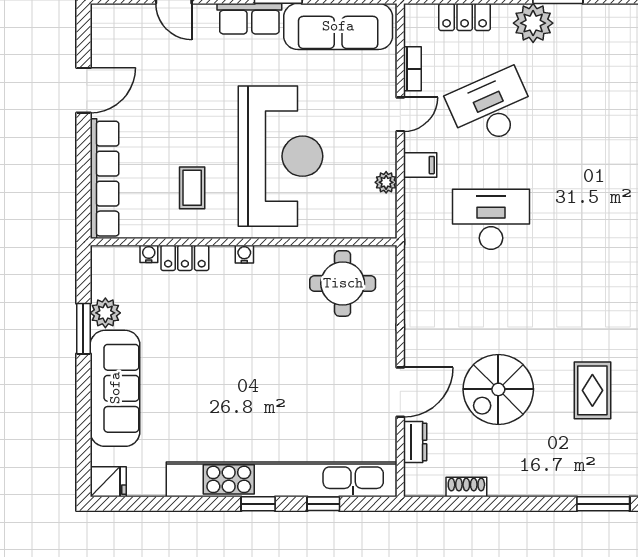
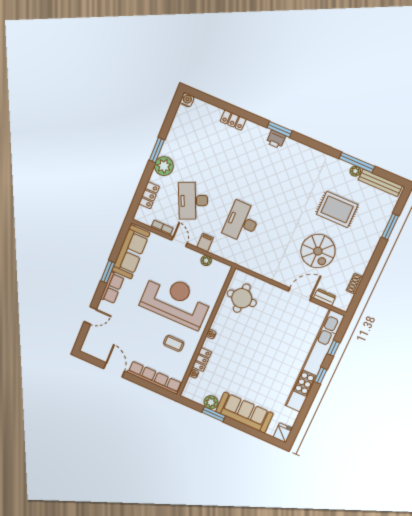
rug: (592, 390) -> (337, 209), width x1.36, depth x1.43
door: (400, 392) -> (300, 294), hinge flipped

